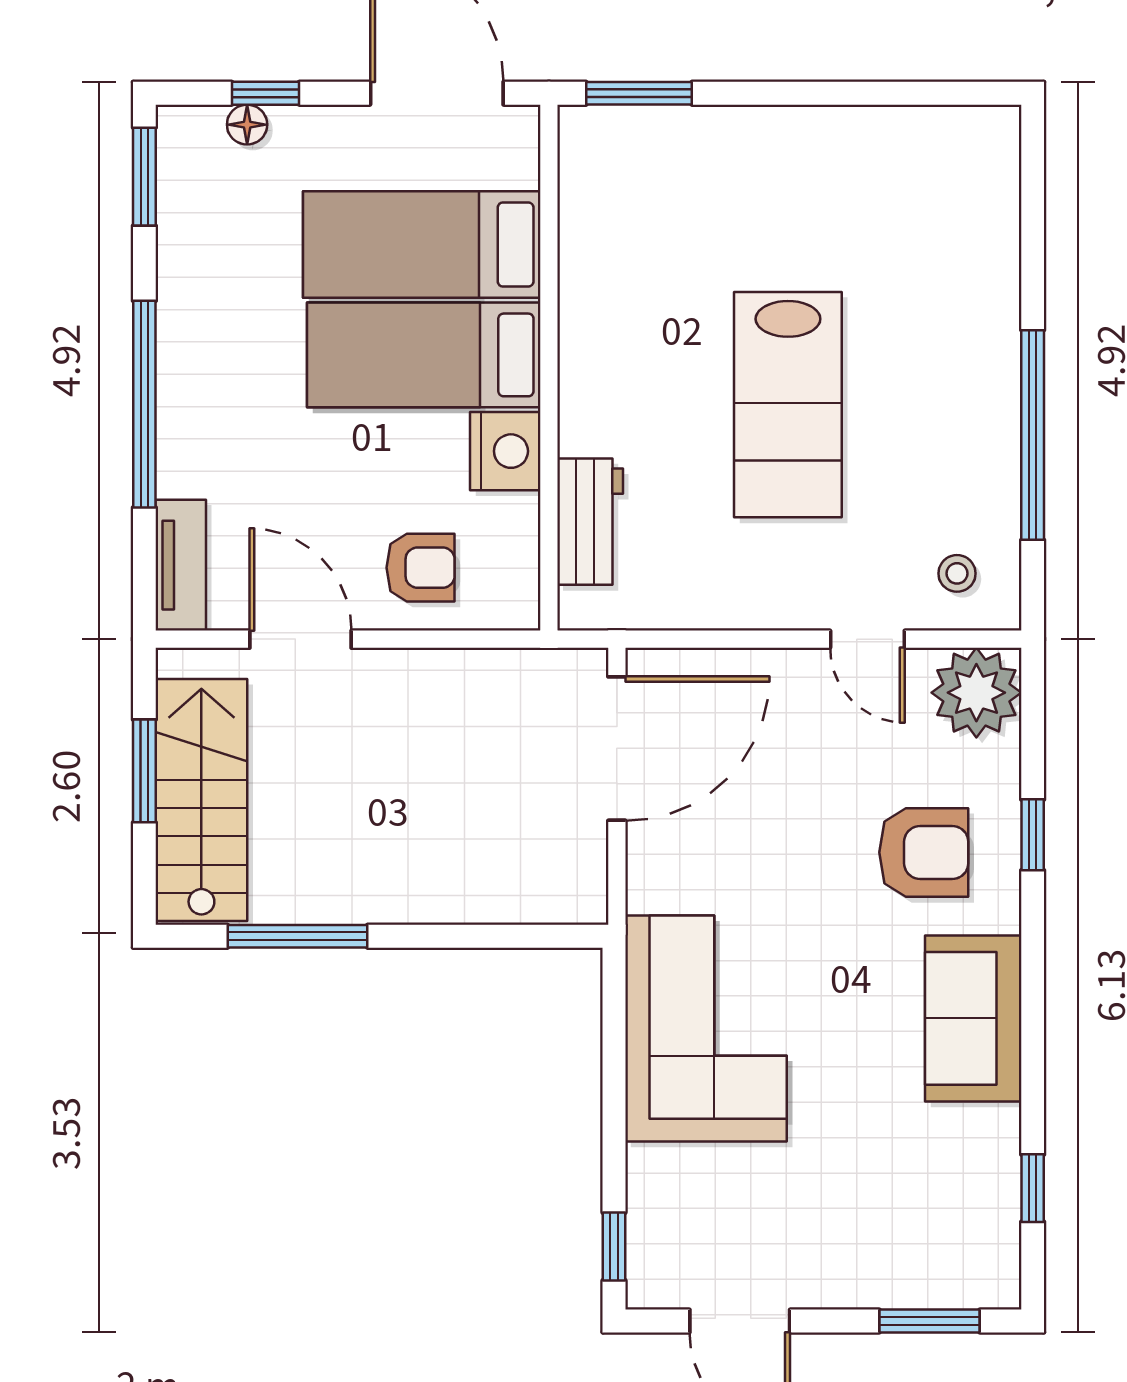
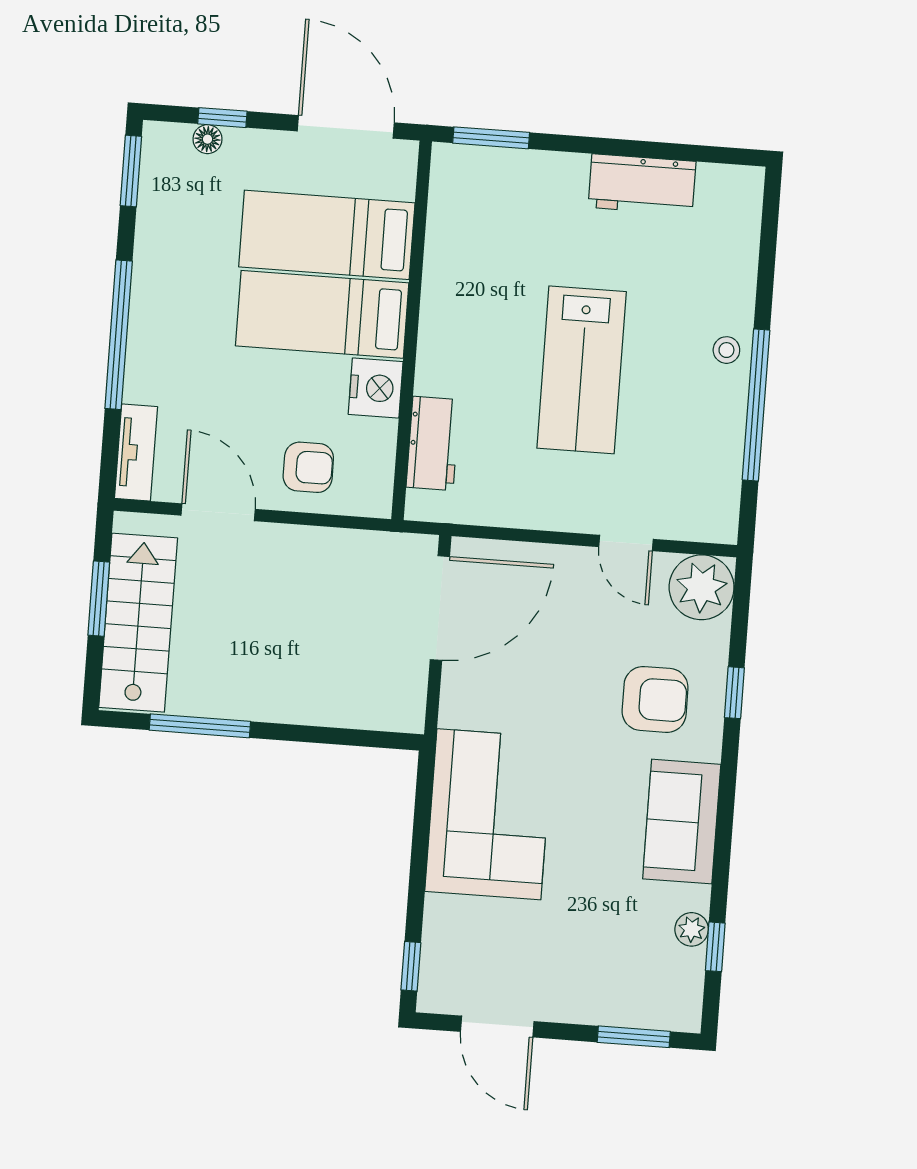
workbench: (852, 142) -> (642, 184), added
stool: (957, 573) -> (726, 350), moved
plant: (998, 1166) -> (692, 929), added

